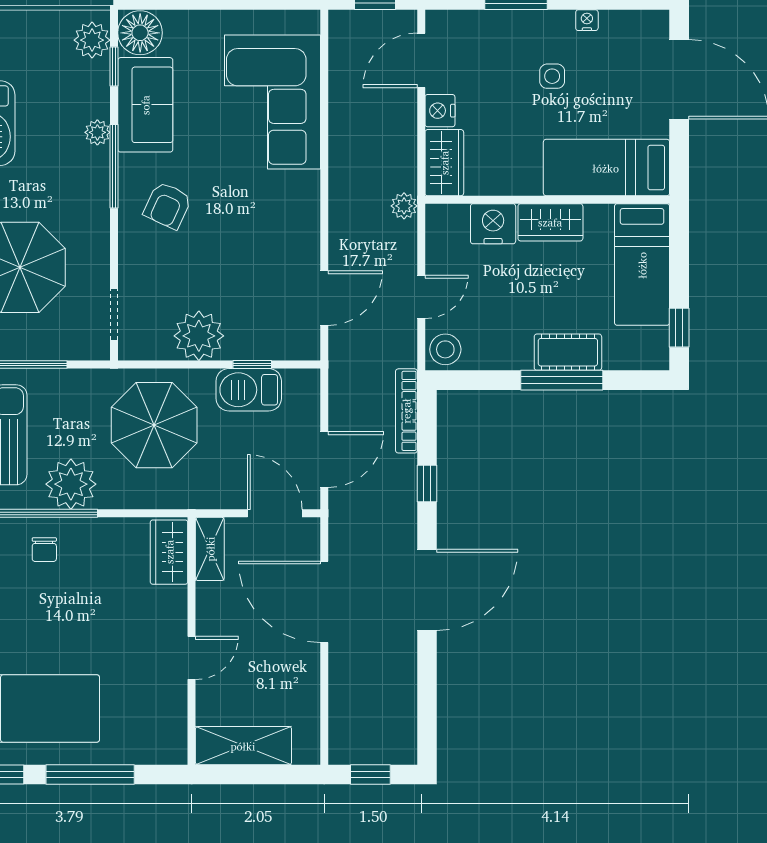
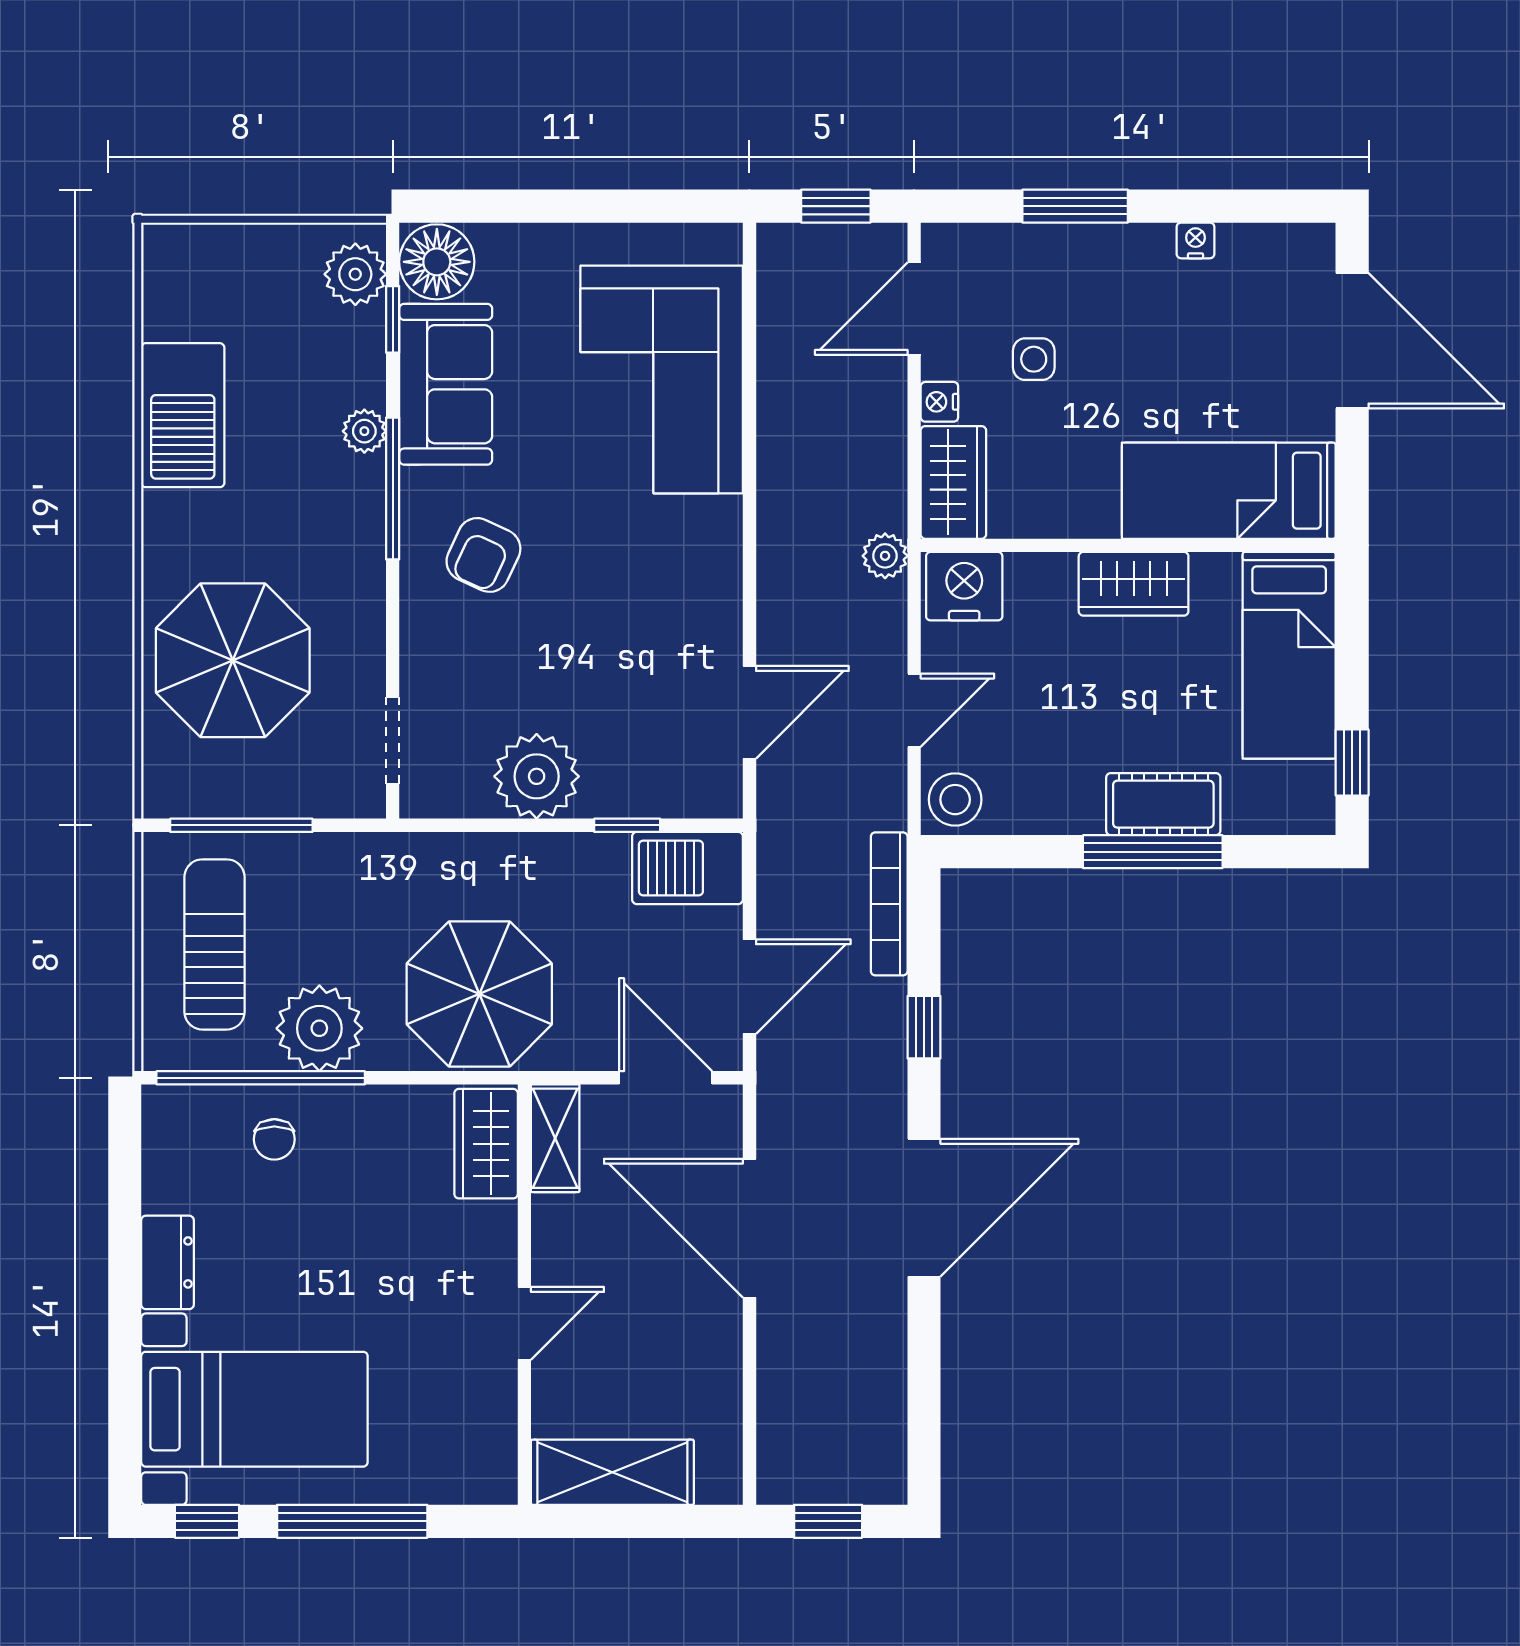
side table: (552, 76) -> (1034, 359), moved
nightstand: (440, 111) -> (939, 402), width x0.72, depth x0.74
nightstand: (493, 224) -> (964, 586), moved
barbecue: (249, 390) -> (688, 868), moved
parasol: (154, 425) -> (479, 994), moved

